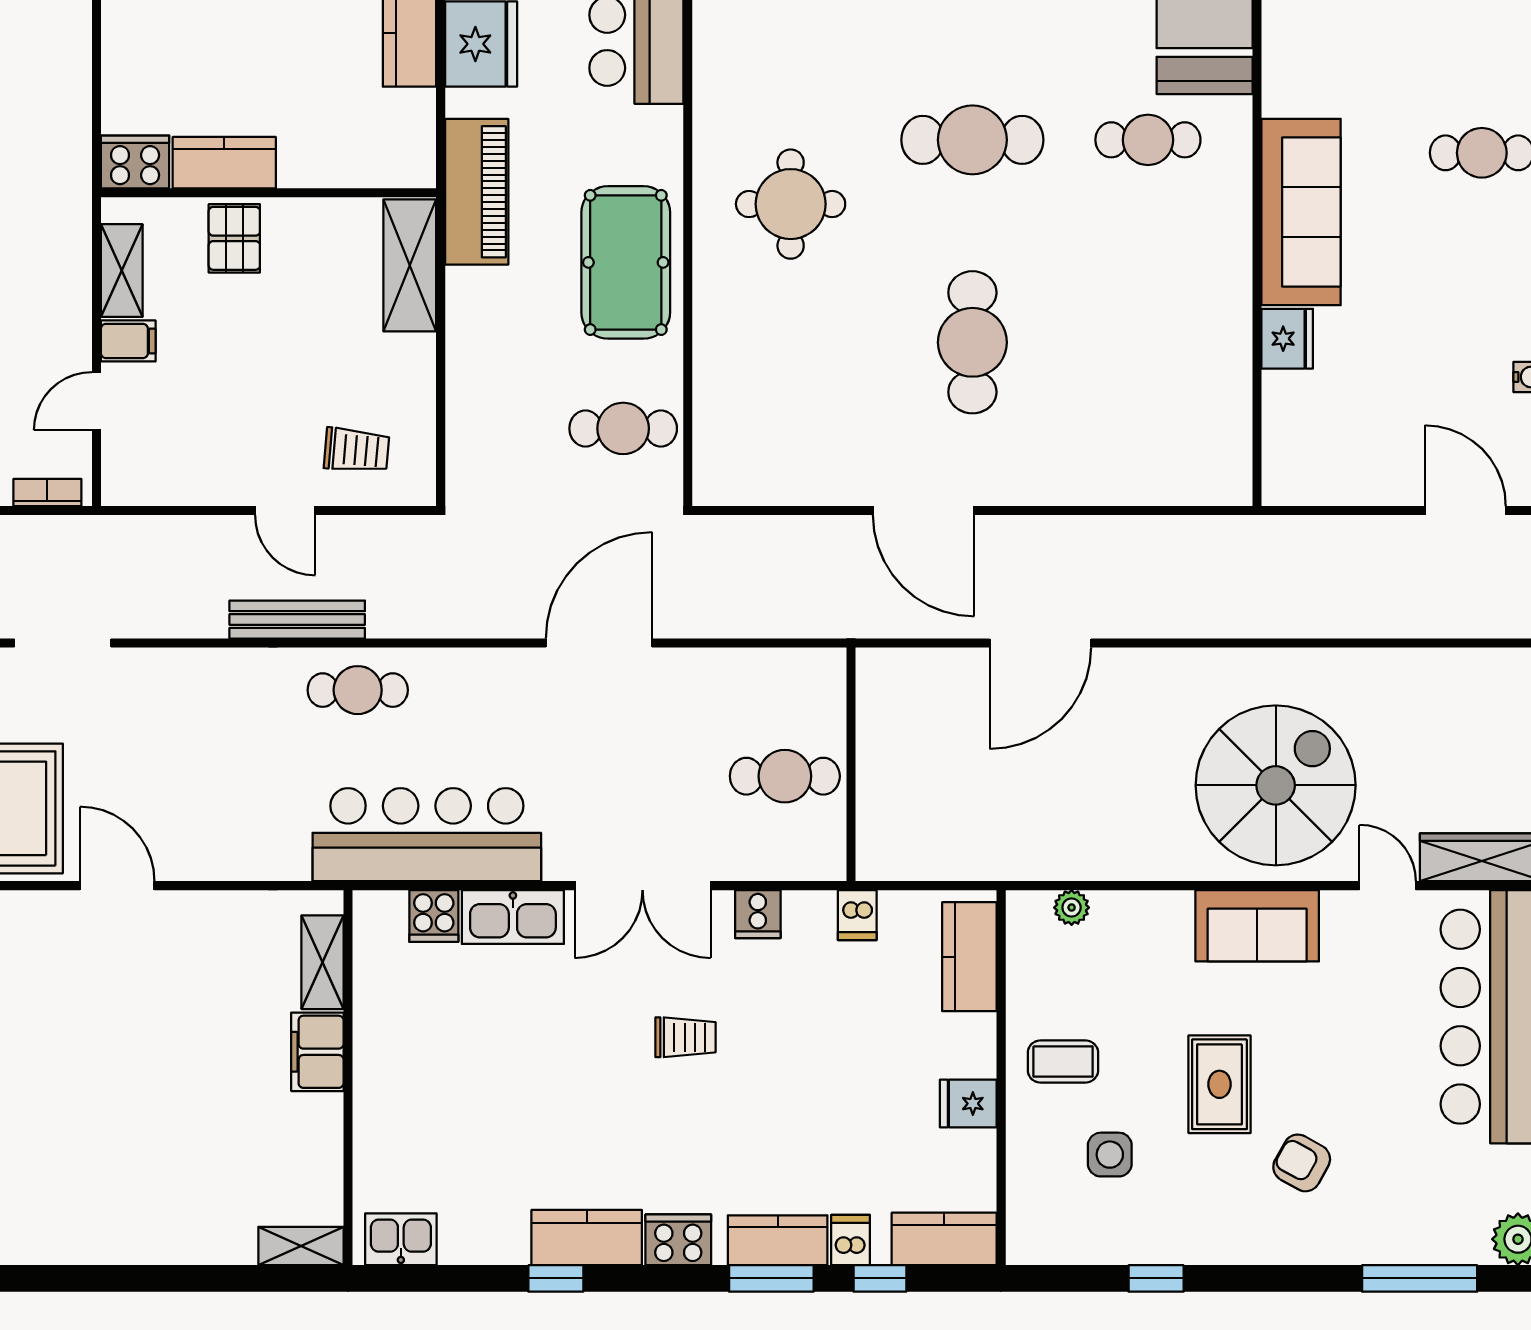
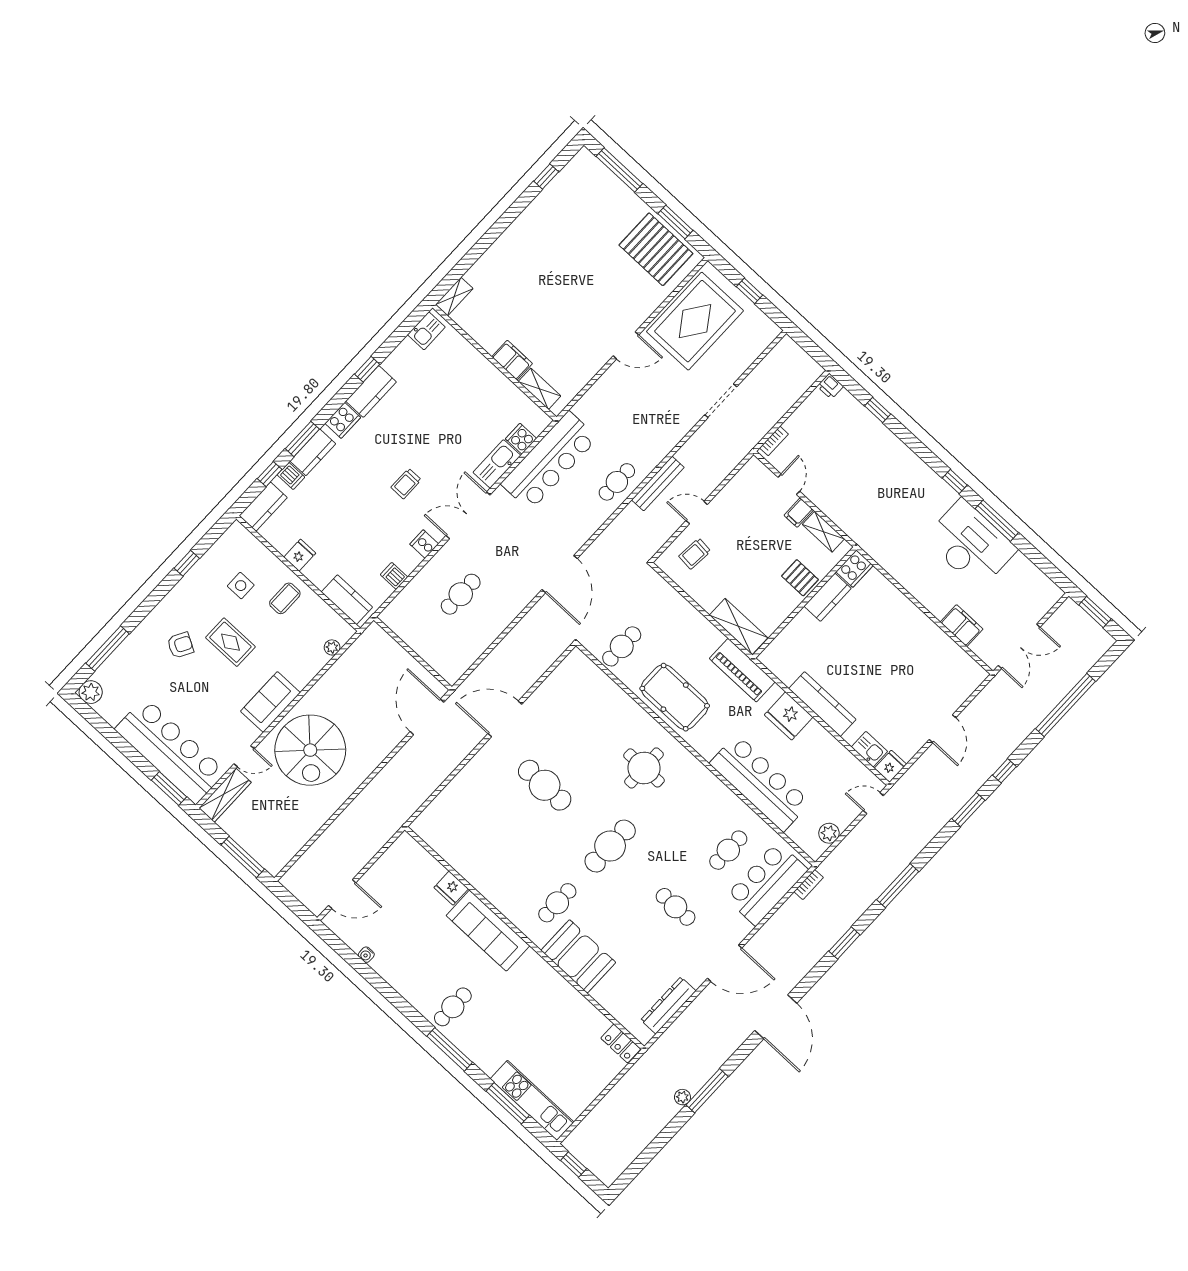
wall: (851, 764) -> (413, 653), moved

